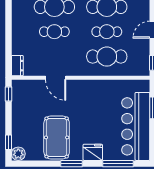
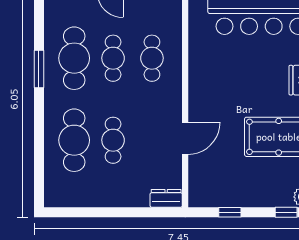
cafe table: (107, 57) -> (152, 58), width x0.73, depth x0.74
window: (8, 94) -> (230, 212), moved

